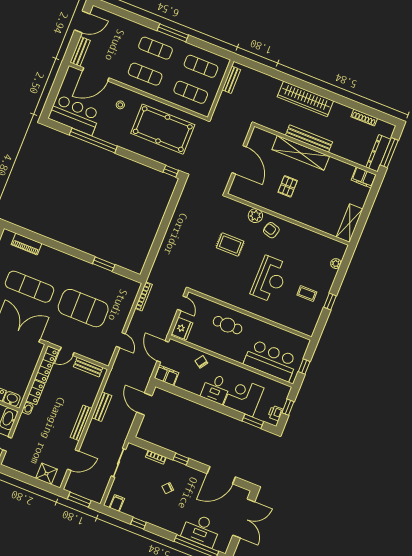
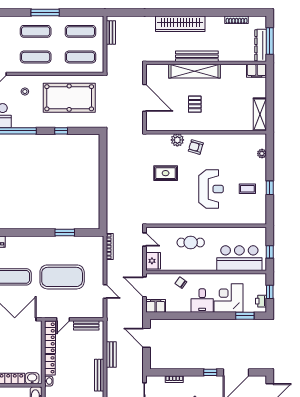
window: (171, 171) -> (61, 131), moved
window: (181, 459) -> (210, 372), moved

